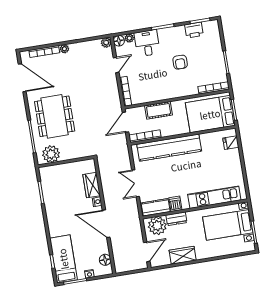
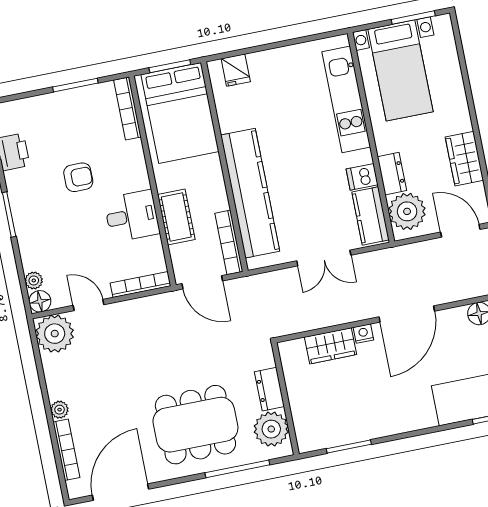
plant: (106, 43) -> (55, 334), width x1.88, depth x1.88
desk: (147, 43) -> (132, 216), moved, turned 180
dresser: (71, 154) -> (269, 389), added

